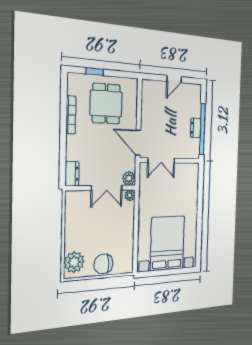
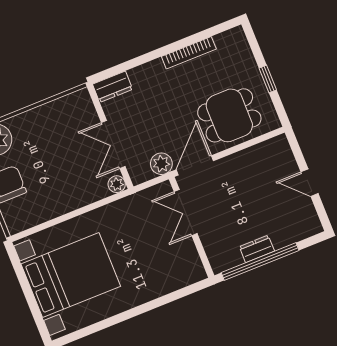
window: (95, 72) -> (268, 79), moved
dining table: (106, 104) -> (229, 115), moved
plant: (129, 178) -> (161, 164), moved

